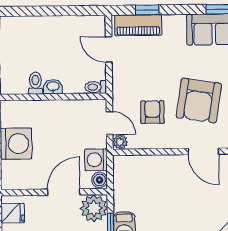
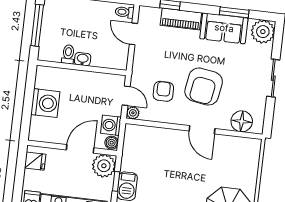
piano: (138, 25) -> (181, 19), moved
toilet: (96, 87) -> (124, 12), moved

